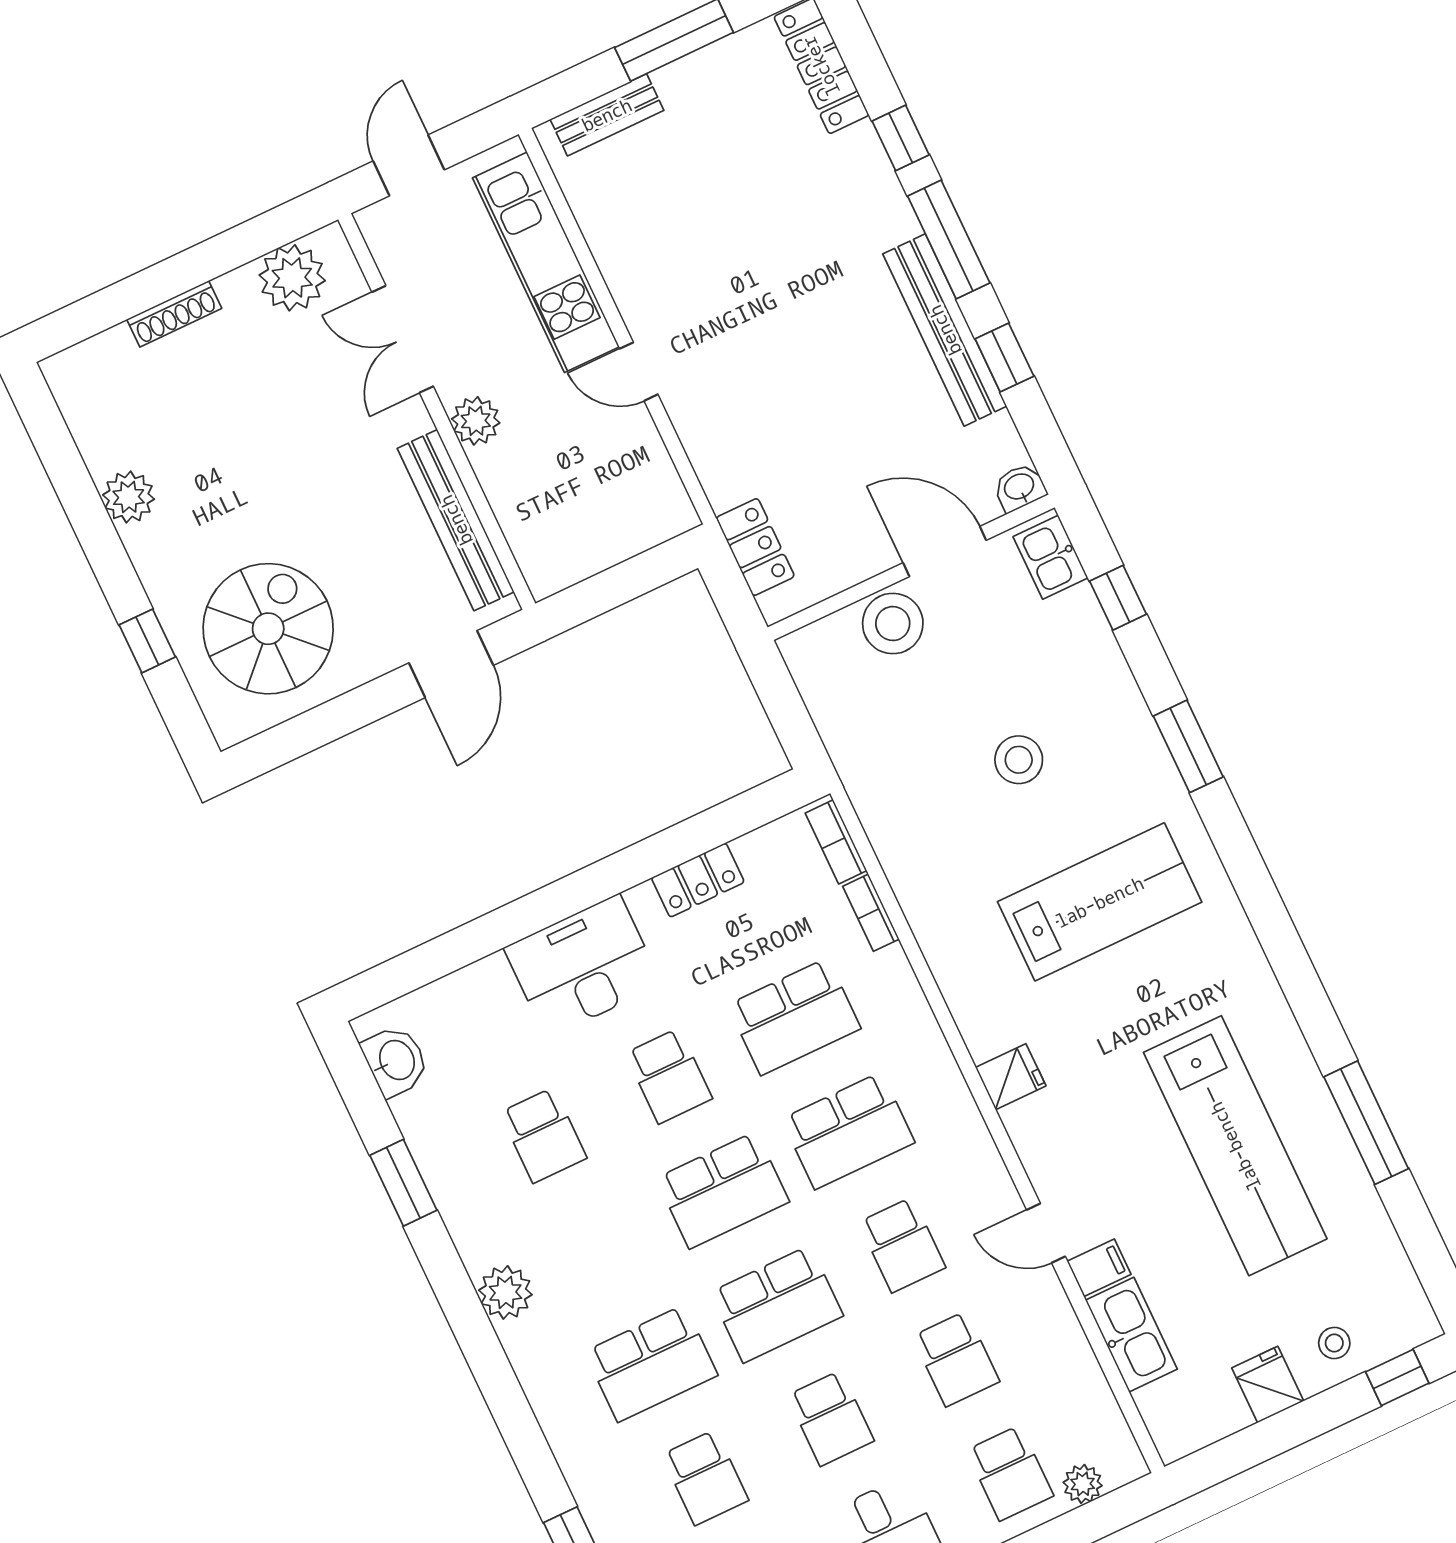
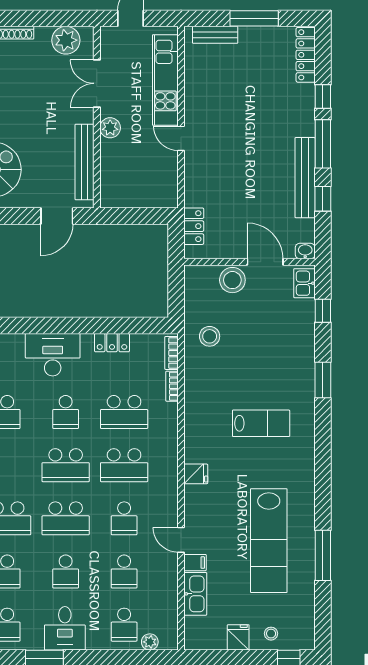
stool: (1019, 760) -> (210, 336), moved
lab bench: (1100, 902) -> (261, 423), width x0.73, depth x0.72

